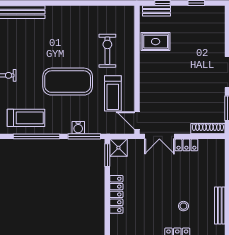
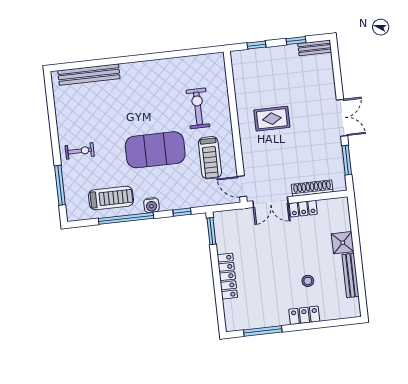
bench: (156, 11) -> (315, 48), moved
rug: (156, 42) -> (272, 119), moved
water cooler: (78, 128) -> (151, 205), moved
shoe rack: (208, 129) -> (312, 188), moved
window: (84, 136) -> (182, 212), width x0.46
shower: (118, 148) -> (343, 243), moved

